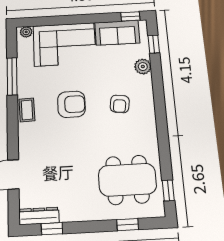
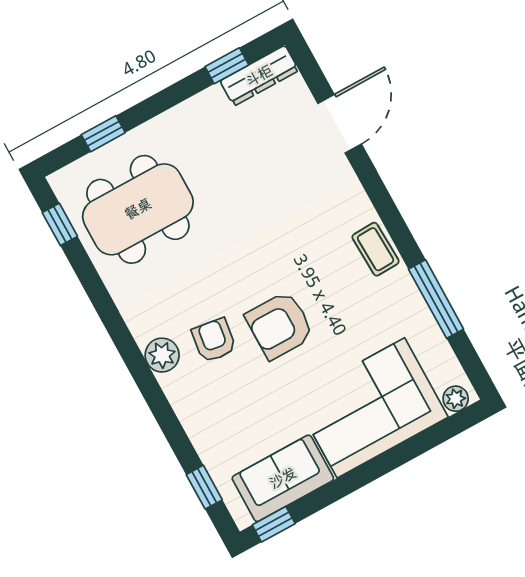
plant: (143, 67) -> (162, 355), moved
armchair: (71, 104) -> (280, 325), moved

